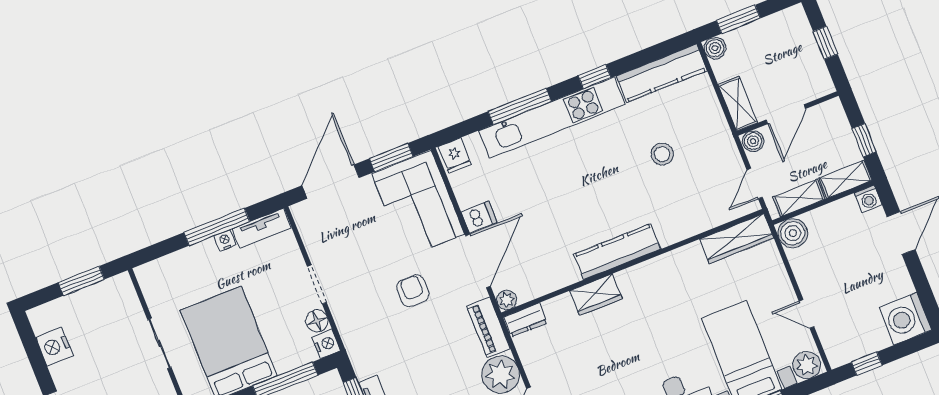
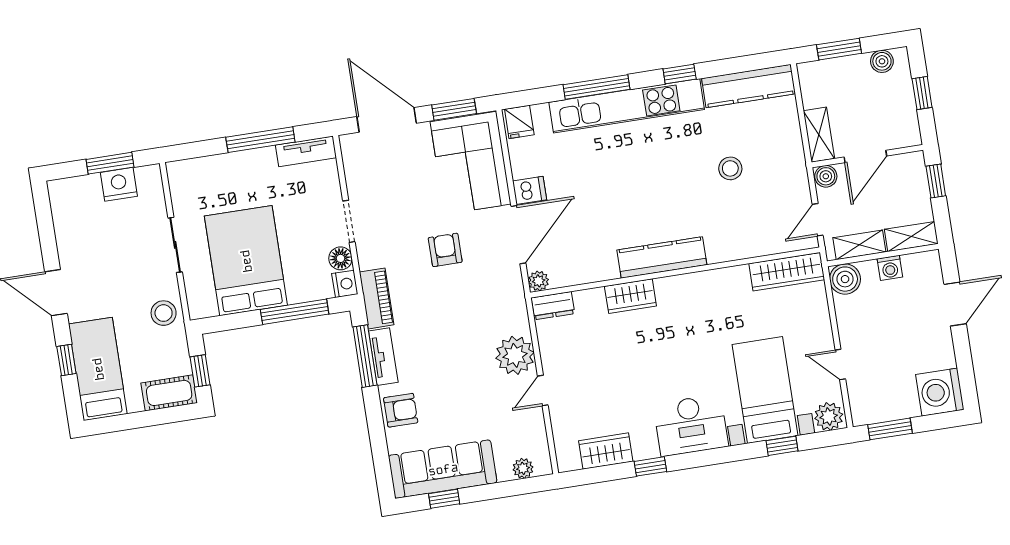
boiler: (715, 48) -> (882, 61), moved
window: (864, 140) -> (936, 181), moved
door: (331, 182) -> (387, 120), hinge flipped
washing machine: (868, 199) -> (890, 268), moved
nightstand: (225, 240) -> (266, 155), removed
piano: (488, 327) -> (377, 298), moved, turned 180
nightstand: (54, 346) -> (119, 184), moved, turned 90
window: (867, 364) -> (890, 429), width x1.50

